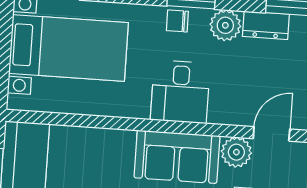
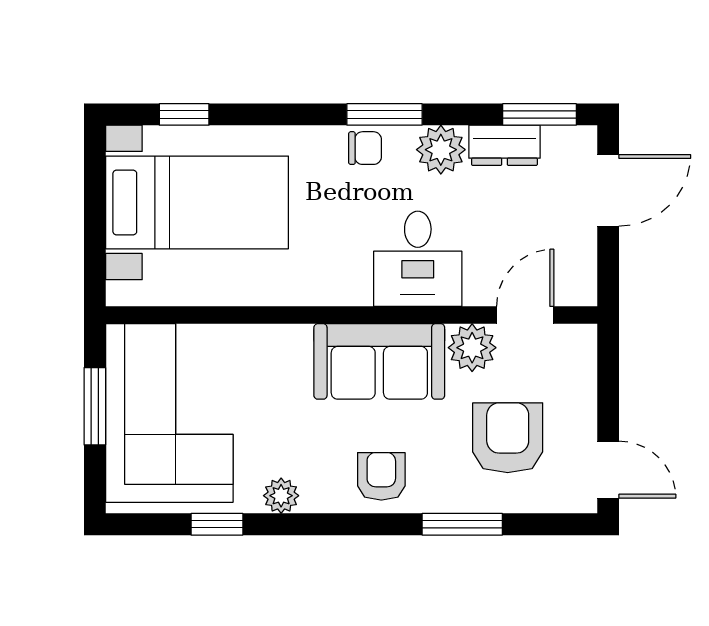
chair: (177, 21) -> (365, 148), turned 180
desk: (180, 92) -> (418, 259), moved

